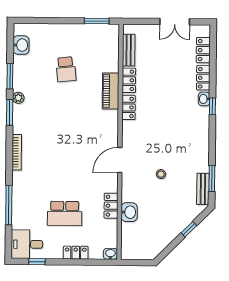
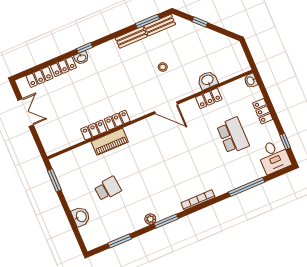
washbasin: (21, 45) -> (81, 216), moved, turned 90
bench: (129, 50) -> (131, 37), moved
window: (10, 76) -> (120, 241), moved

